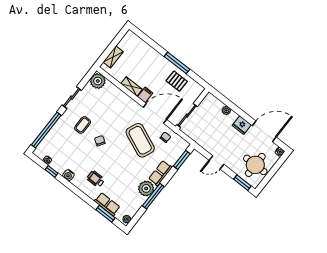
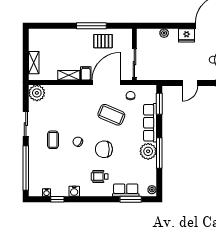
coffee table: (140, 140) -> (111, 115), width x0.73, depth x0.76
chair: (115, 161) -> (104, 149), added
row of seats: (160, 173) -> (150, 123), width x1.48

